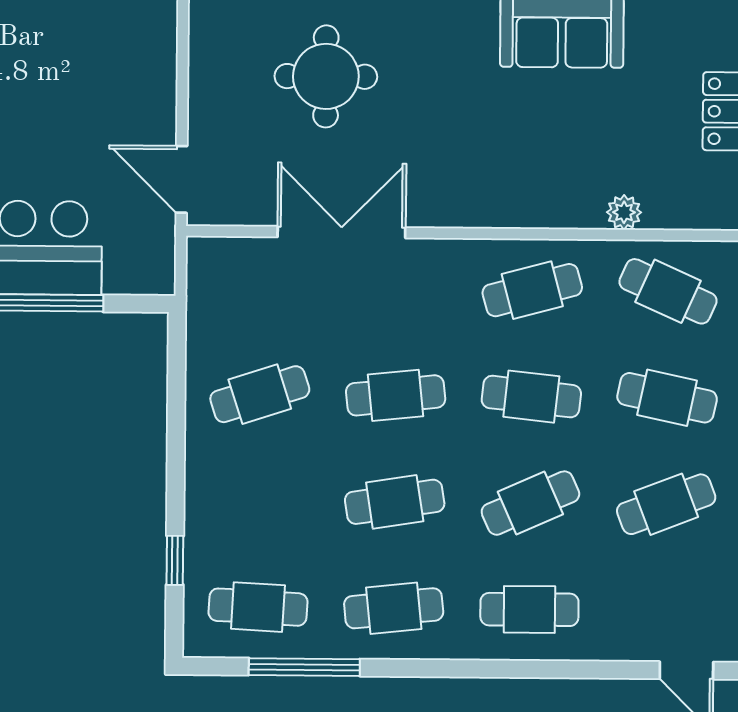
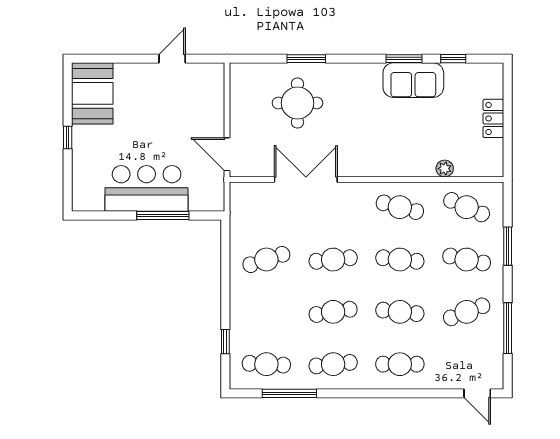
cafe table: (532, 290) -> (400, 207), turned 30
cafe table: (530, 503) -> (400, 312), turned 30

